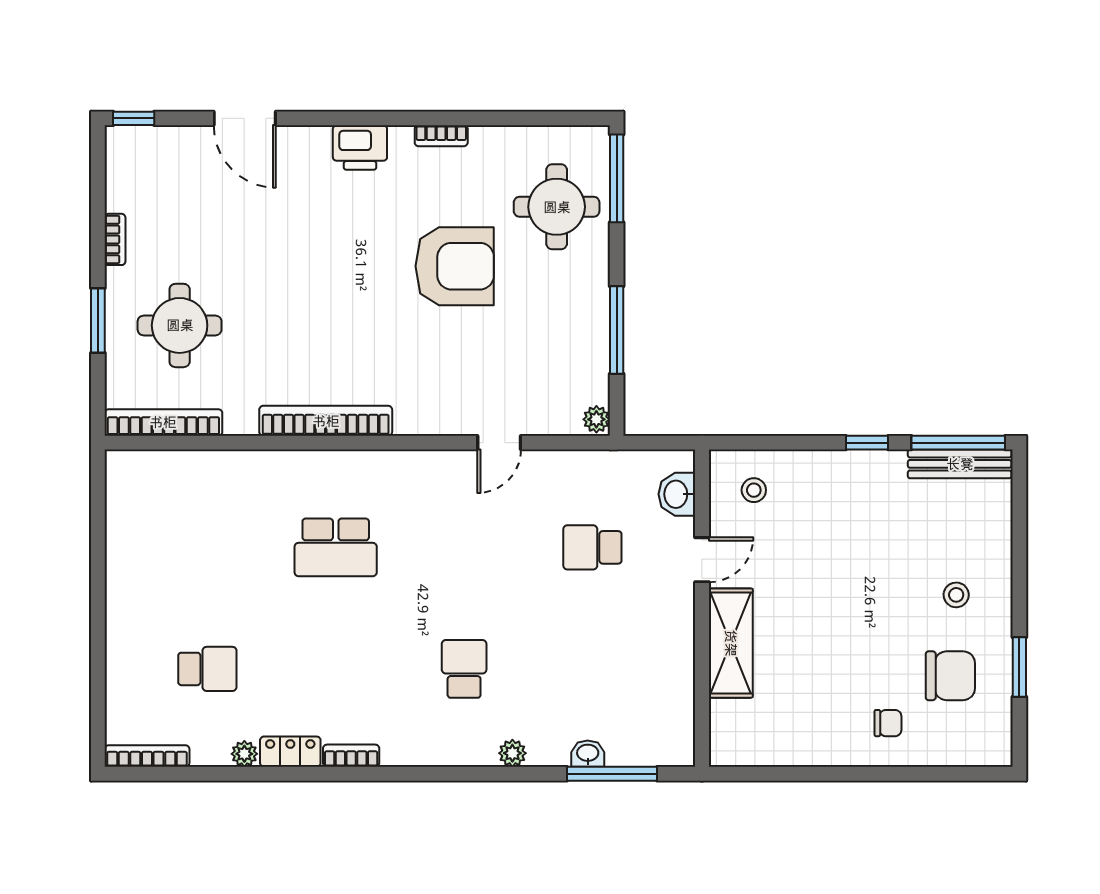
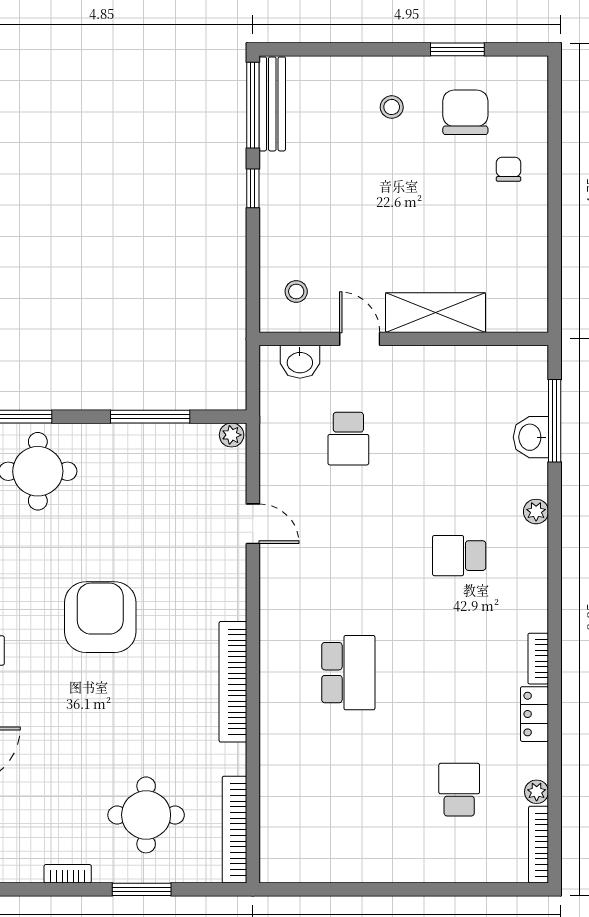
armchair: (455, 266) -> (100, 617), moved
plant: (244, 754) -> (537, 792), moved
washbasin: (588, 754) -> (531, 437), width x1.38, depth x1.45

